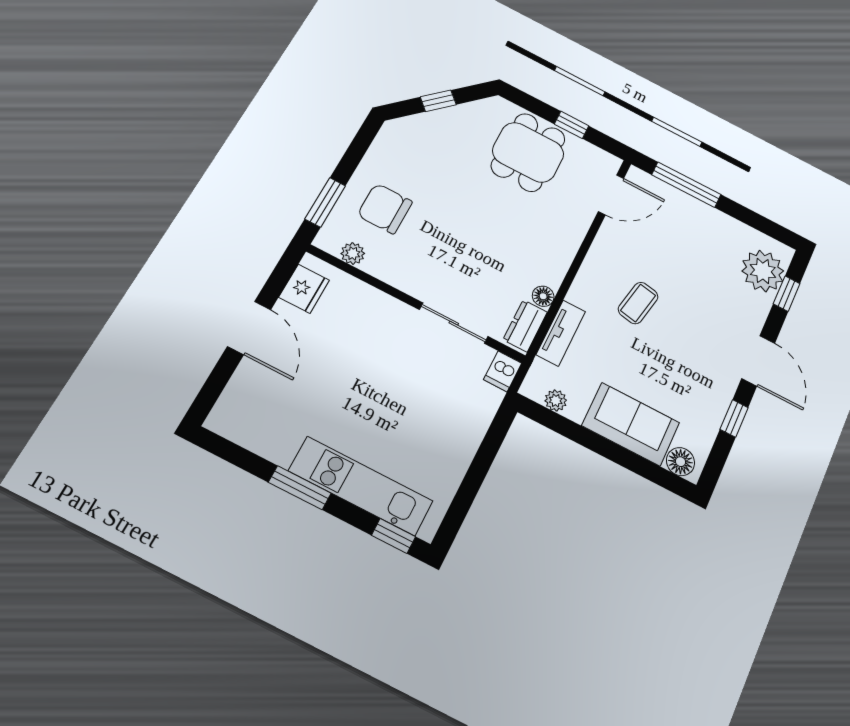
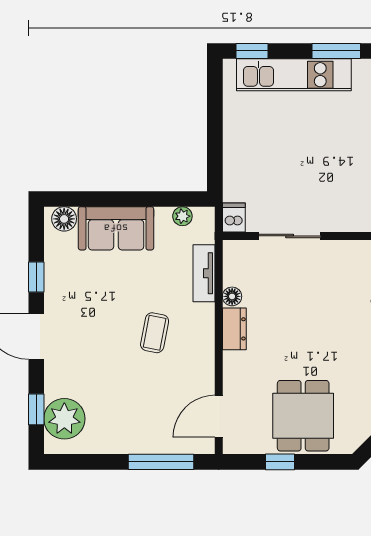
dresser: (525, 326) -> (234, 329), moved

